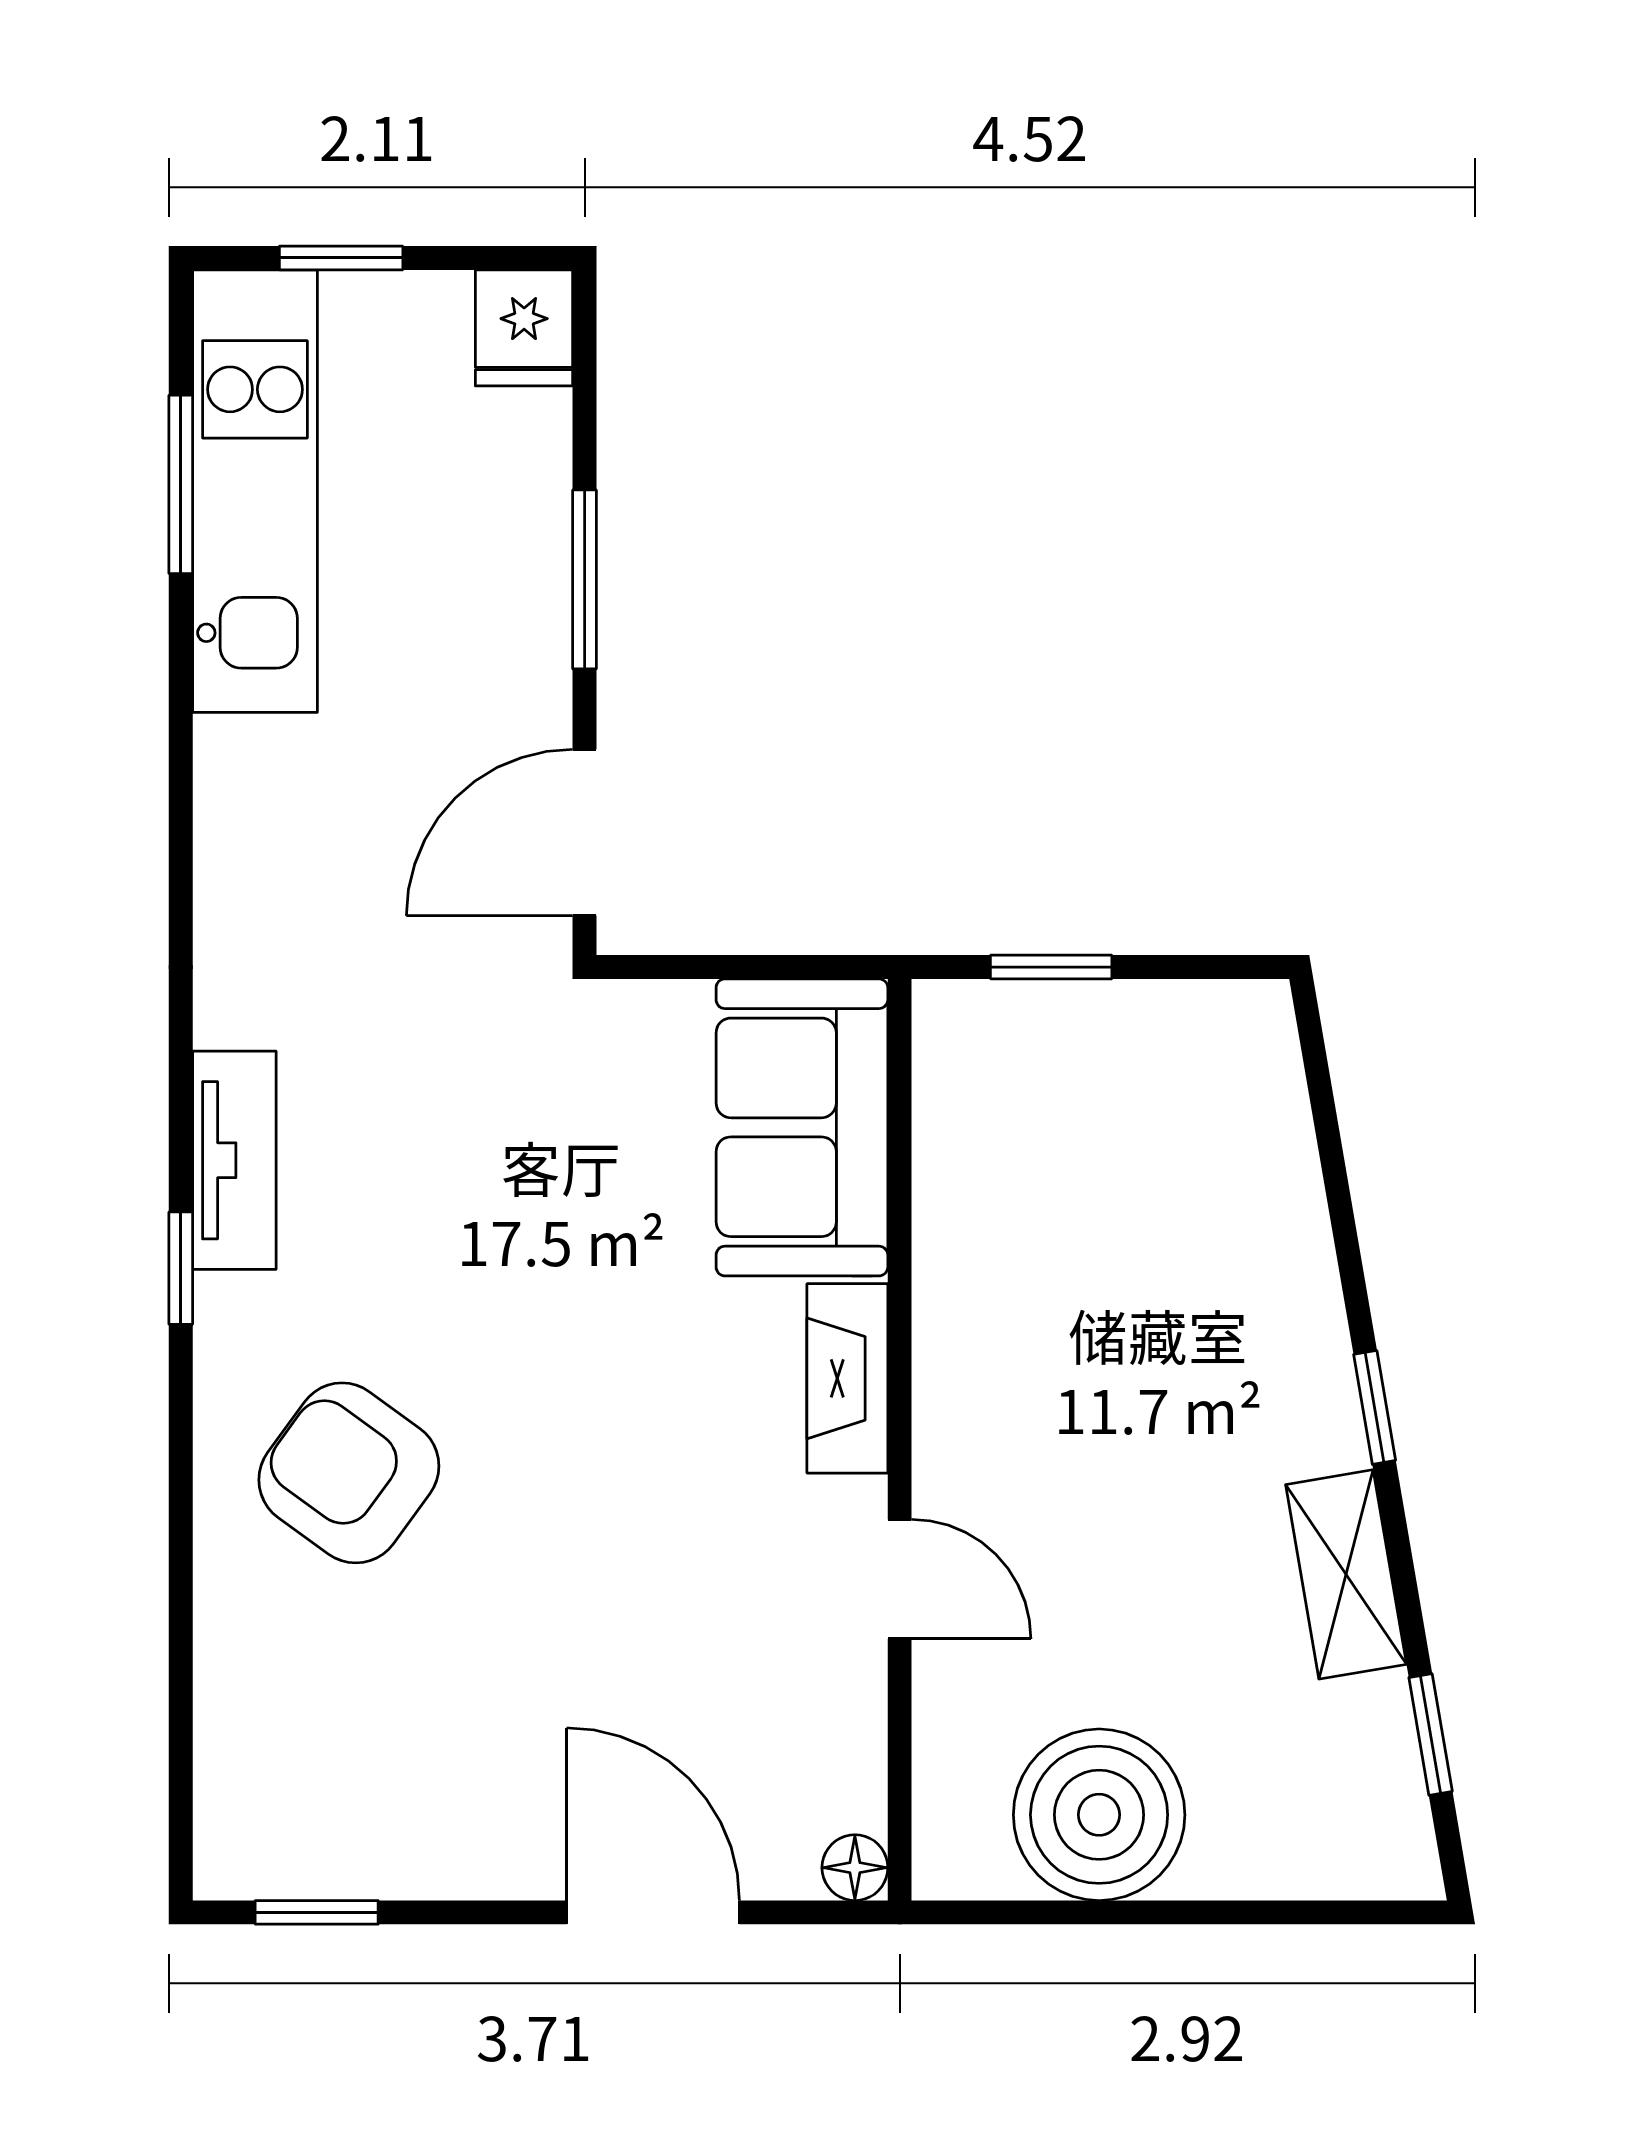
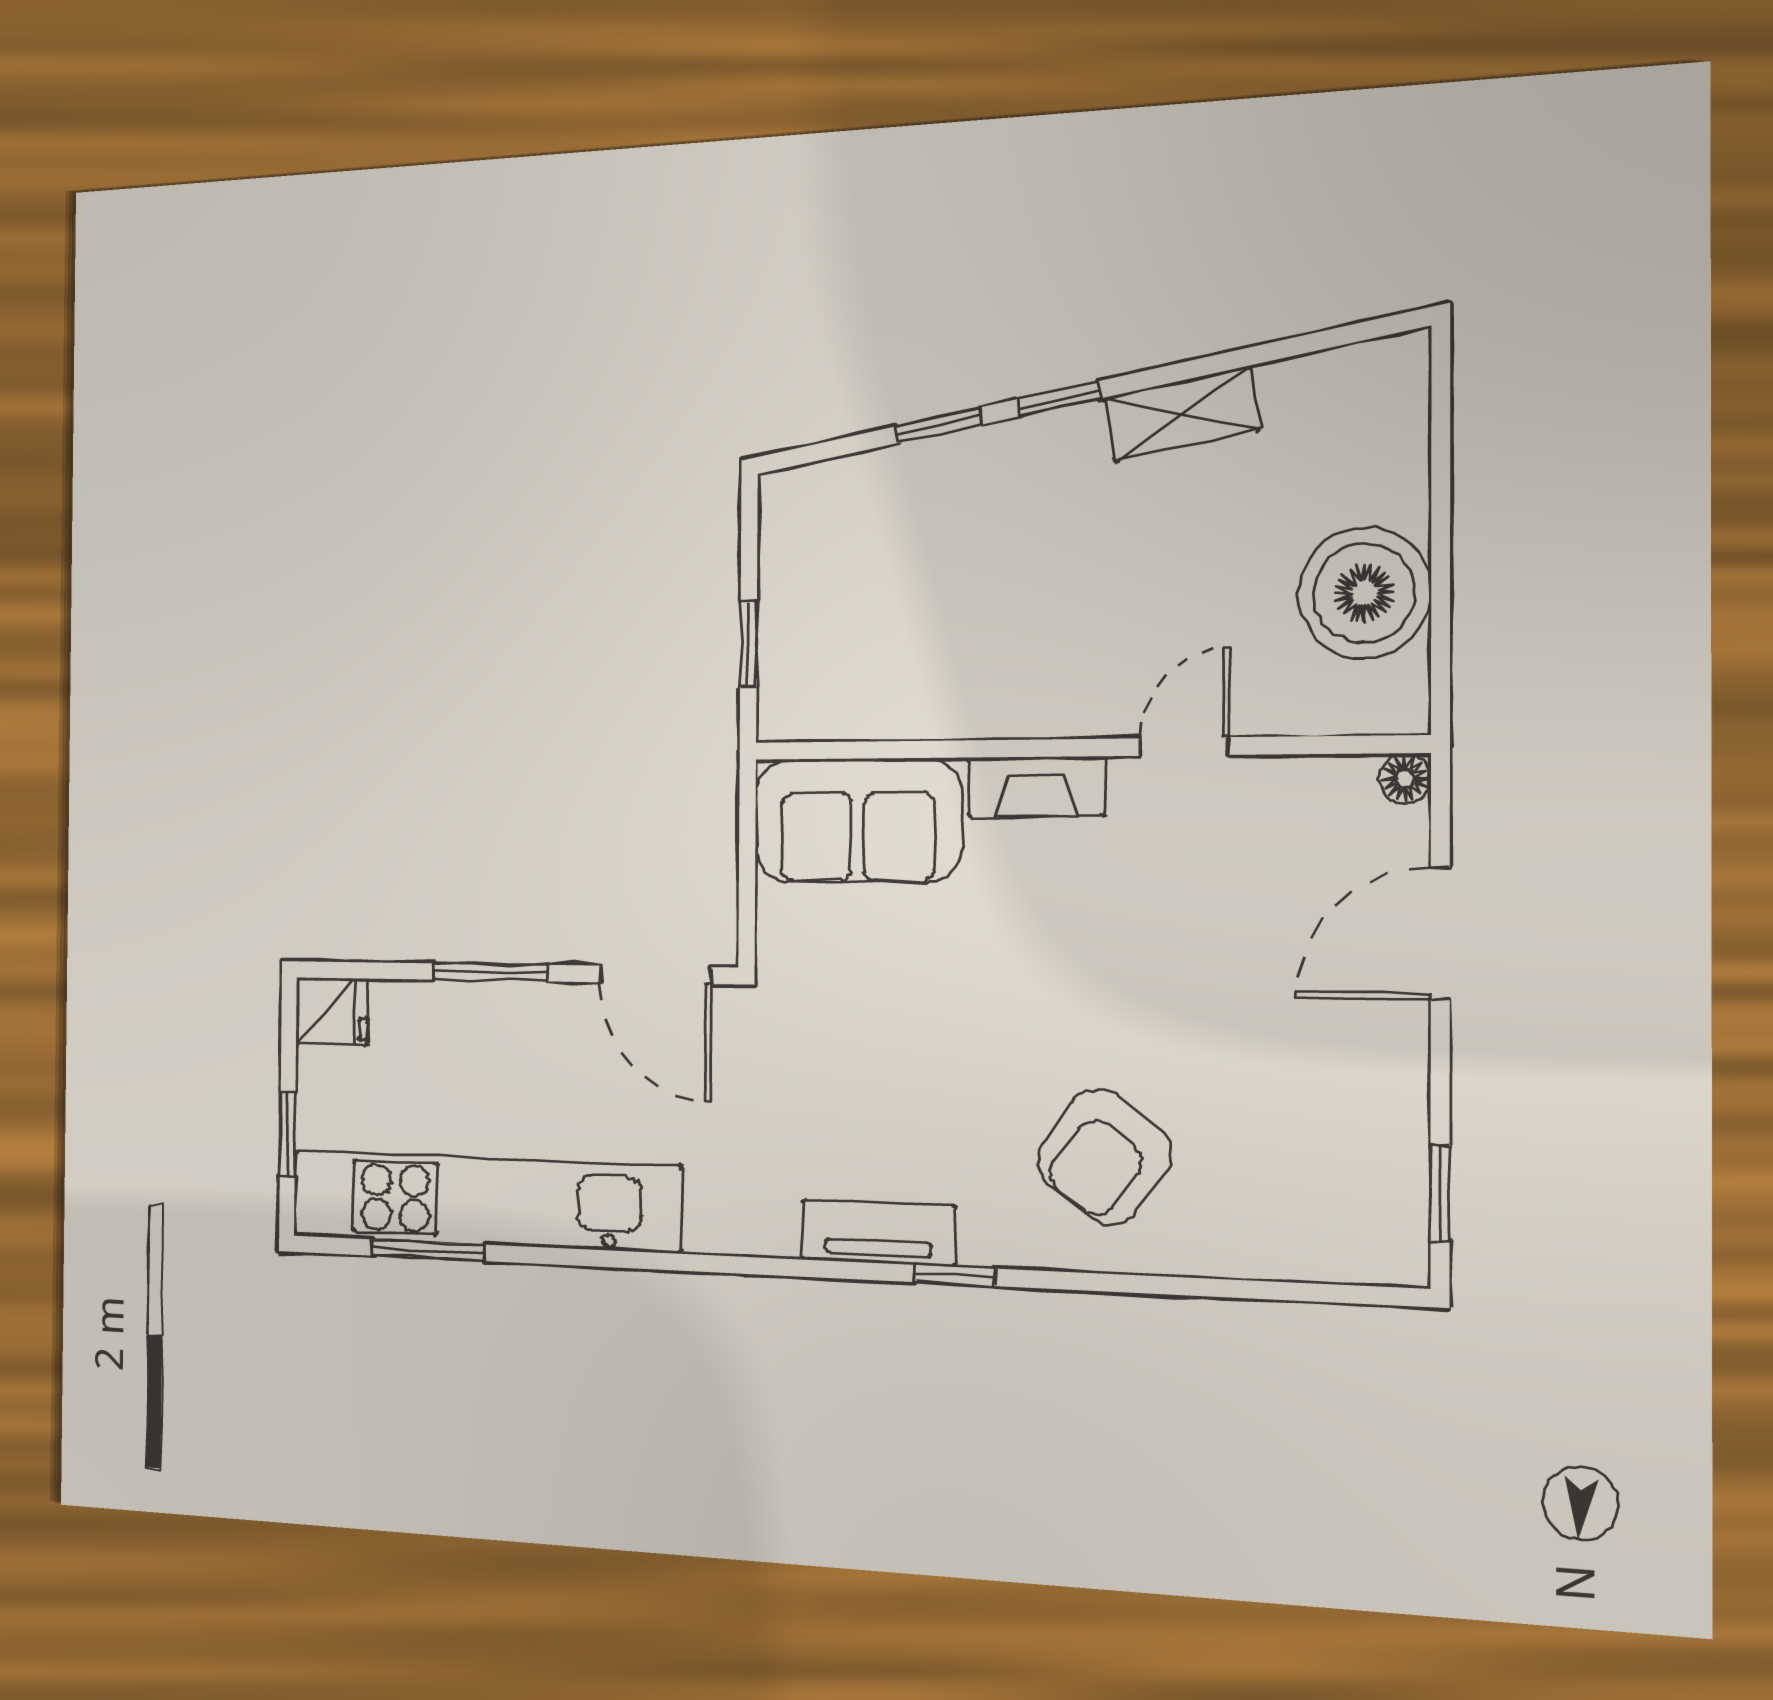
kitchen unit: (255, 491) -> (484, 1201), width x1.36
window: (1431, 1735) -> (938, 425), moved

